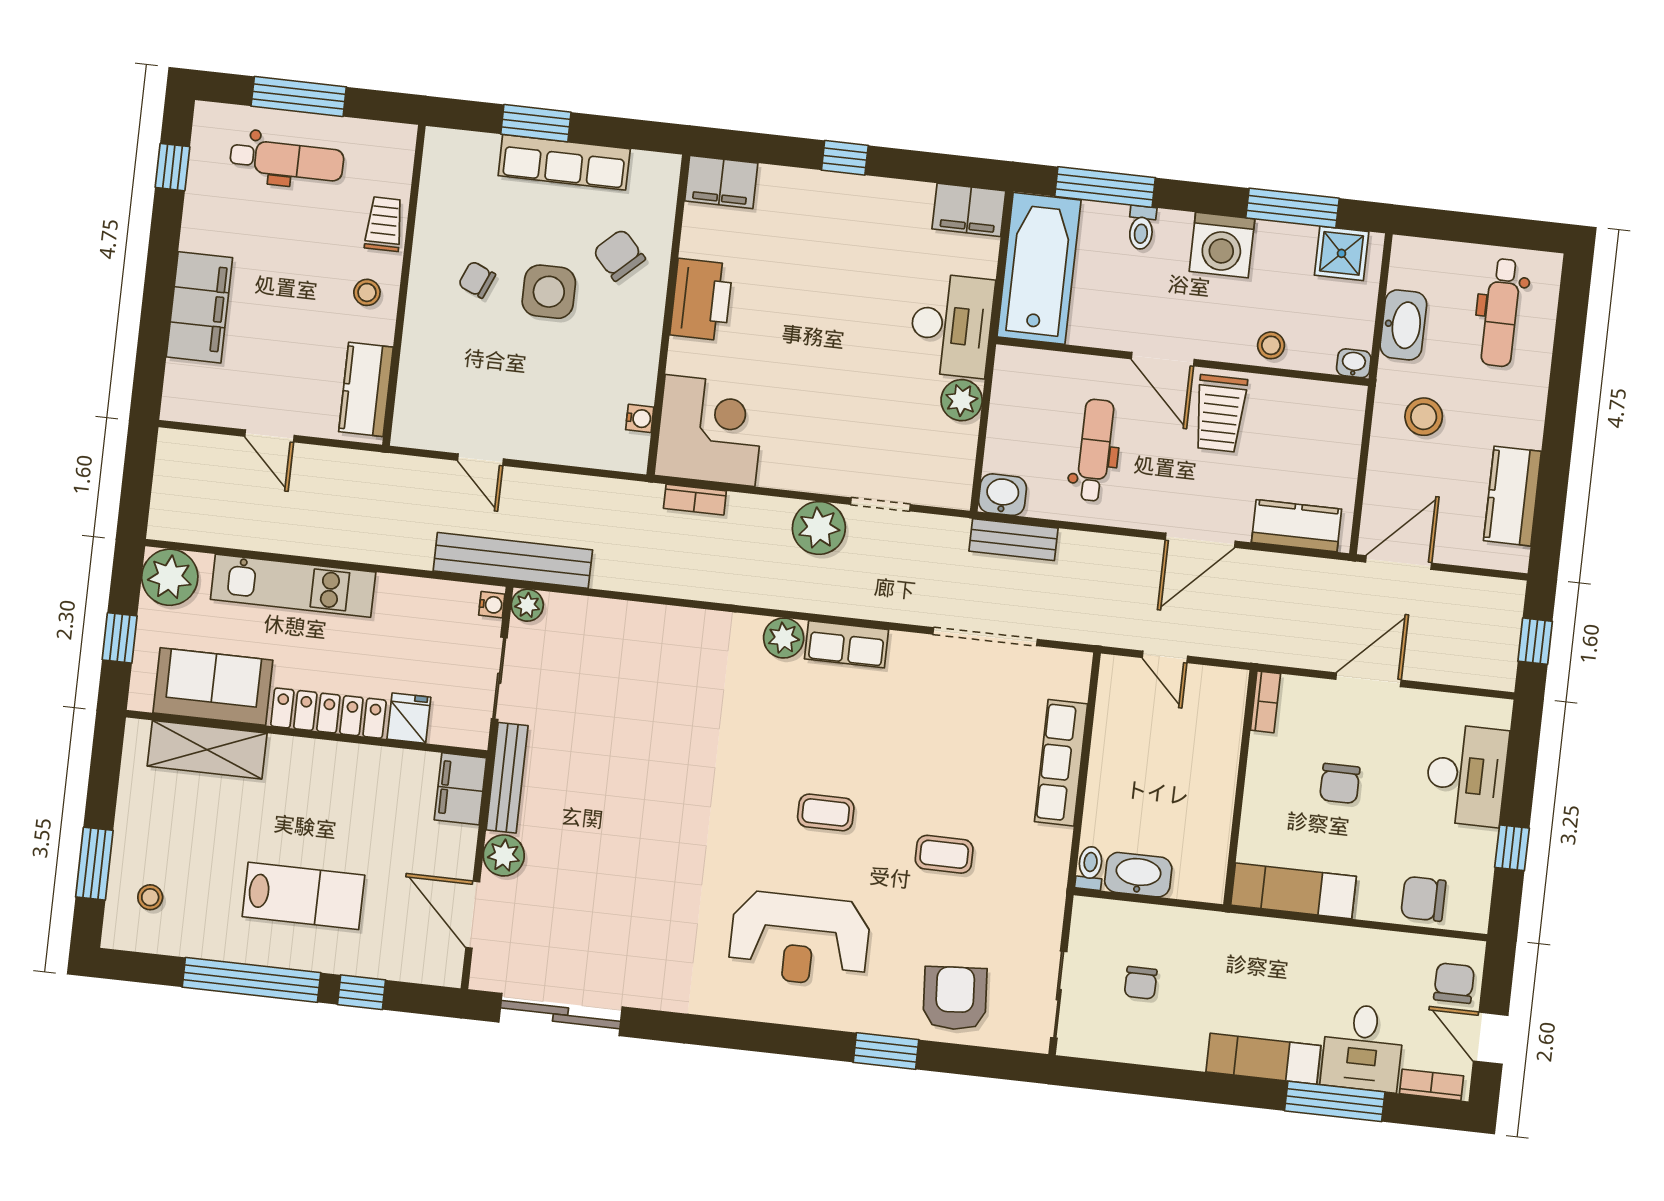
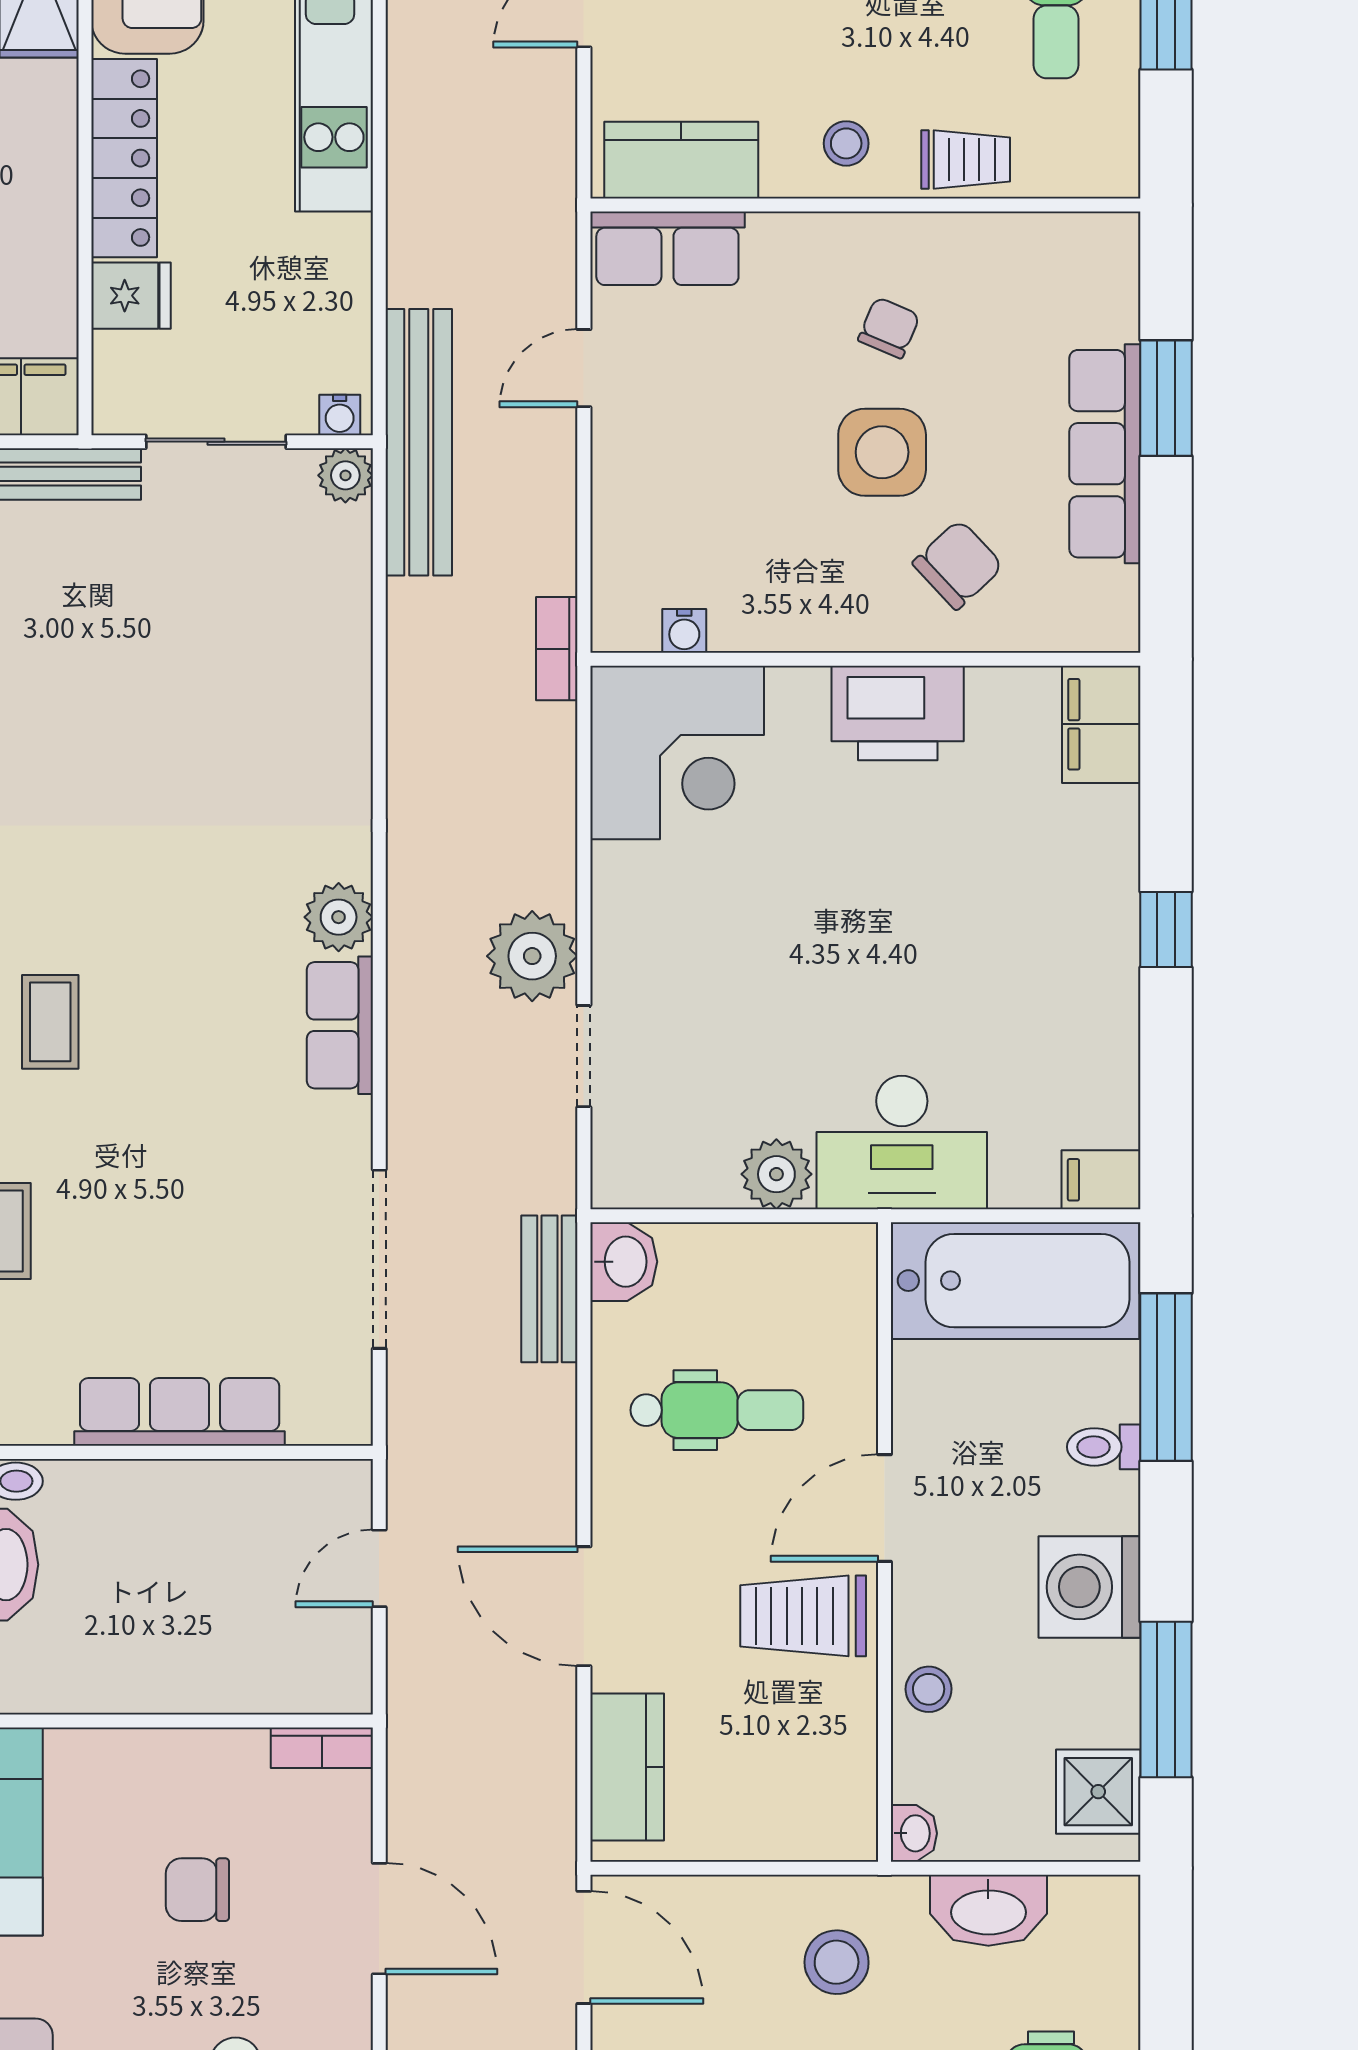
filing cabinet: (969, 210) -> (1101, 1180), width x0.50
row of seats: (416, 403) -> (667, 248), added
bookcase: (695, 500) -> (557, 649), moved

